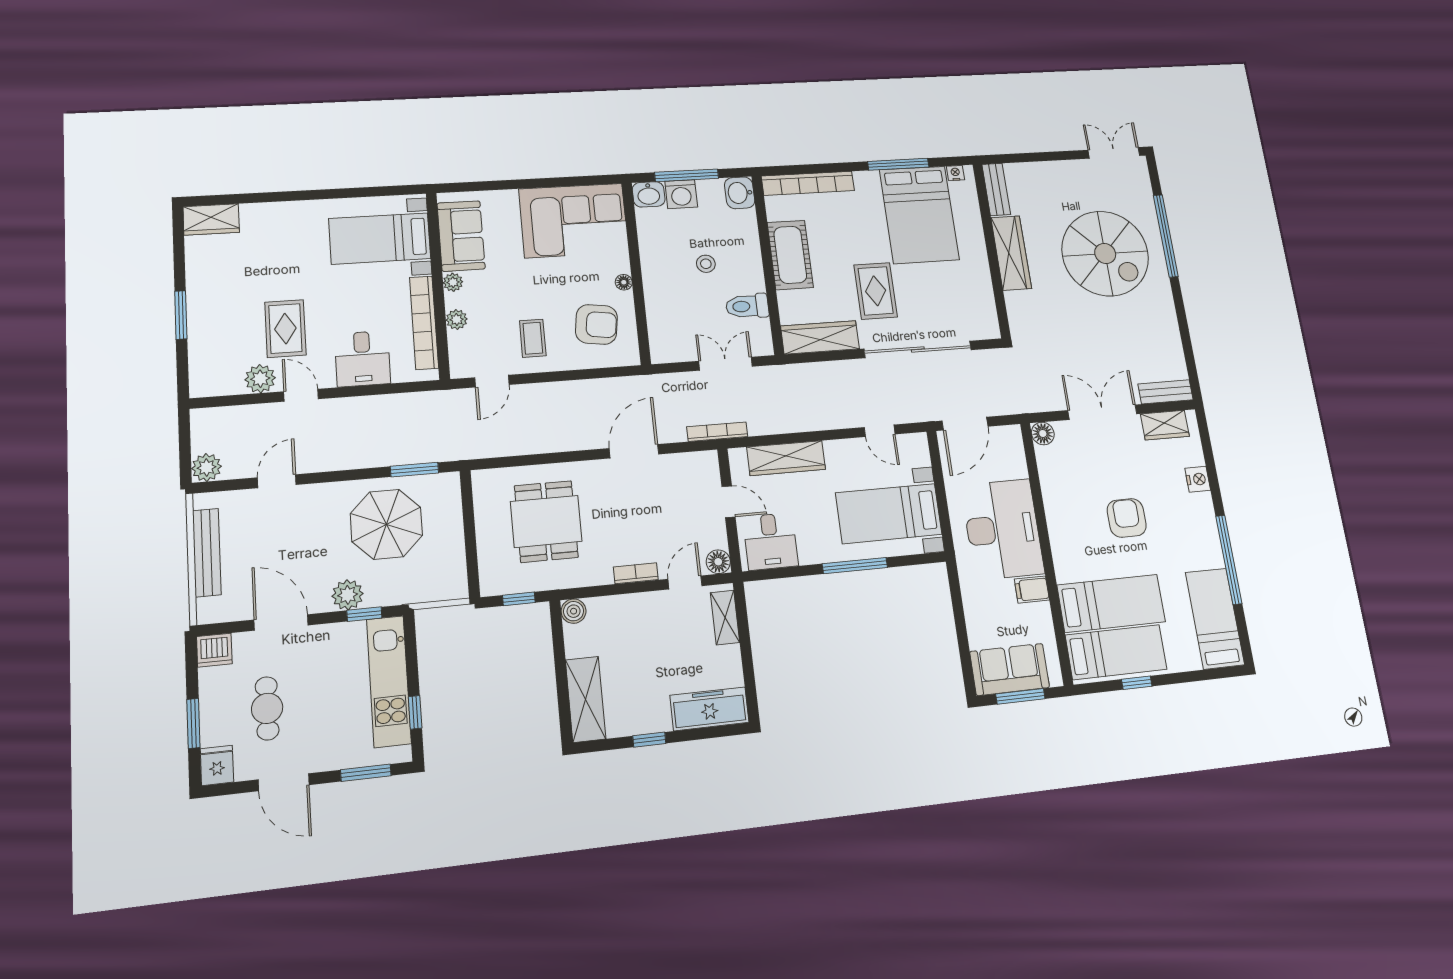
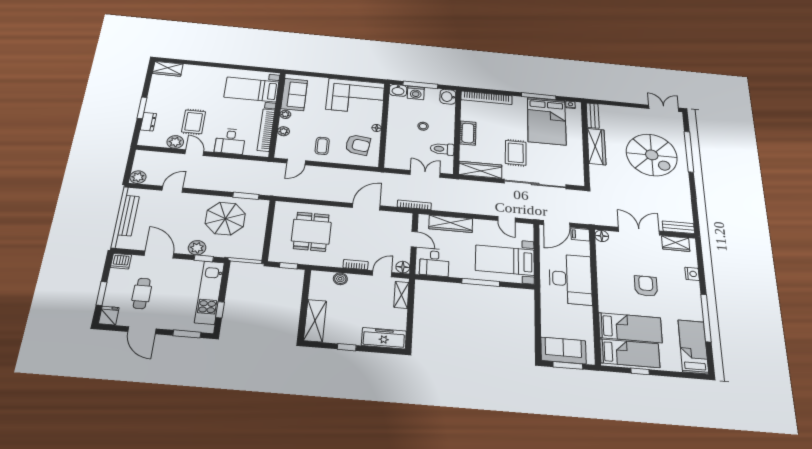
cot: (790, 255) -> (468, 133), width x0.73, depth x0.75
dresser: (200, 343) -> (148, 122), added
filing cabinet: (1032, 590) -> (580, 234), moved
boiler: (574, 611) -> (340, 279), moved

